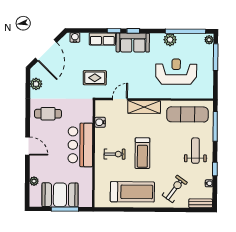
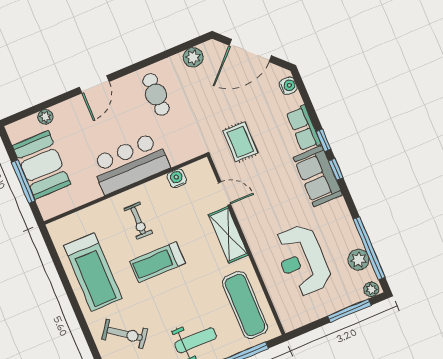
plant: (170, 40) -> (359, 260), moved
reception desk: (176, 72) -> (302, 260), turned 180

